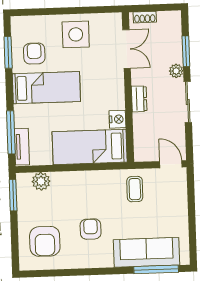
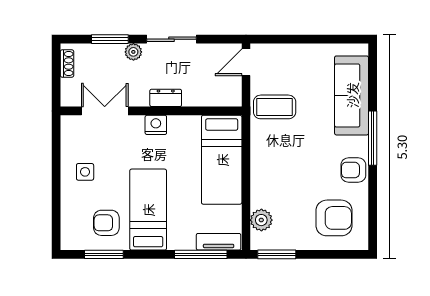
shoe rack: (145, 17) -> (67, 64), moved
side table: (76, 34) -> (85, 172), width x0.54, depth x0.54
nightstand: (117, 119) -> (156, 125), moved
coffee table: (135, 189) -> (275, 107), width x1.36, depth x1.30
armchair: (91, 229) -> (353, 170), moved
window: (156, 269) -> (373, 138), moved

